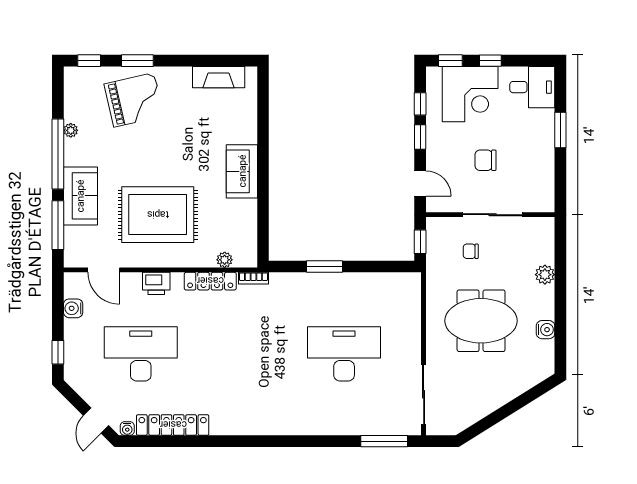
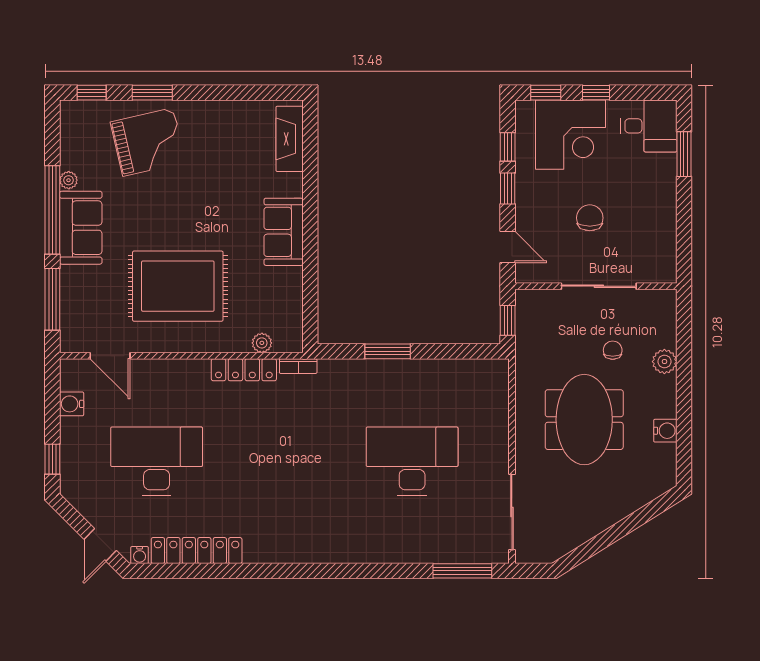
fireplace: (219, 77) -> (290, 139), moved, turned 90
window: (560, 130) -> (684, 154), moved
chair: (485, 160) -> (590, 218), turned 90
sofa: (80, 196) -> (81, 228), moved
chair: (471, 251) -> (613, 350), moved, turned 90
printer: (156, 283) -> (176, 373), removed
meeting table: (481, 321) -> (584, 420), turned 90

